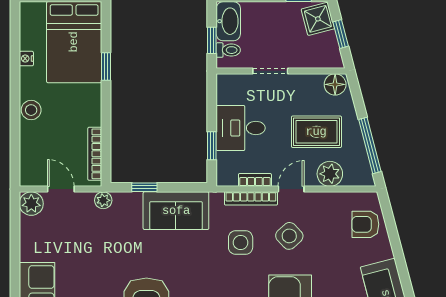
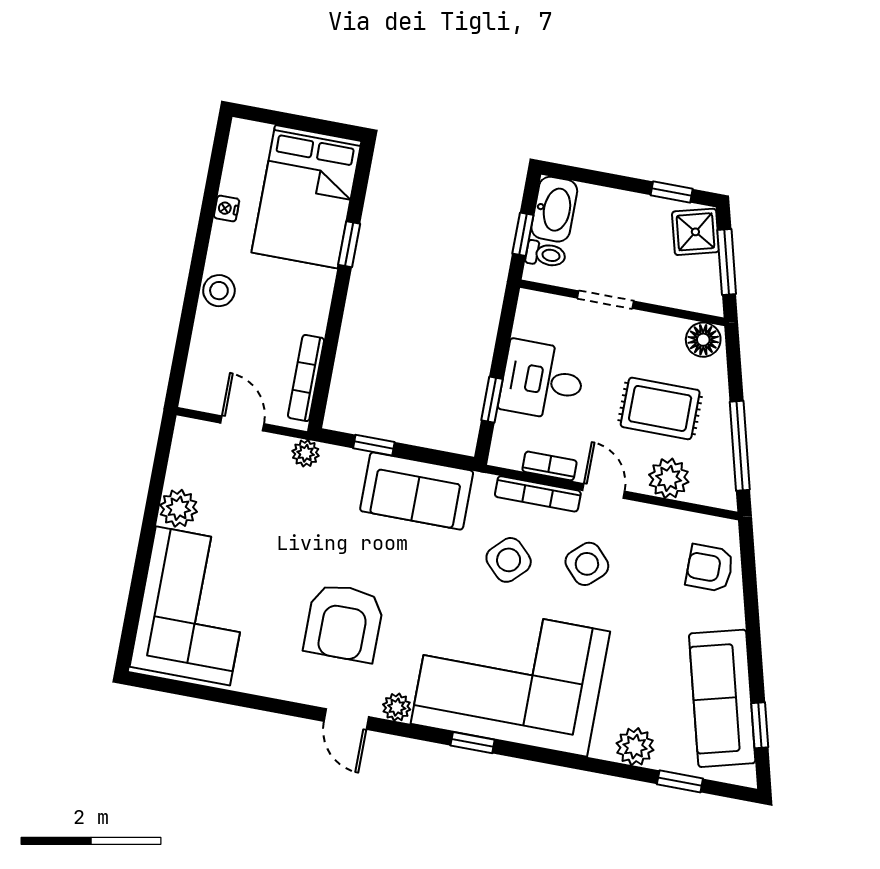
window: (341, 34) -> (727, 262), width x1.50
door: (291, 189) -> (604, 491), hinge flipped
plant: (31, 204) -> (178, 508), moved
side table: (241, 243) -> (509, 560), turned 45

